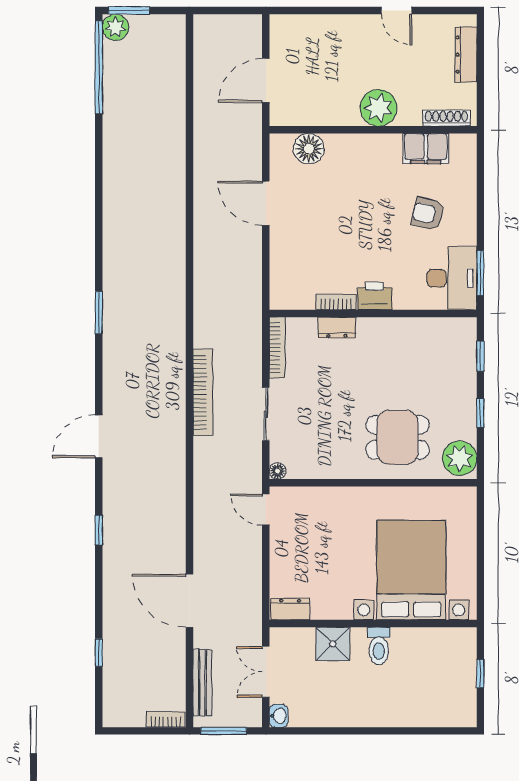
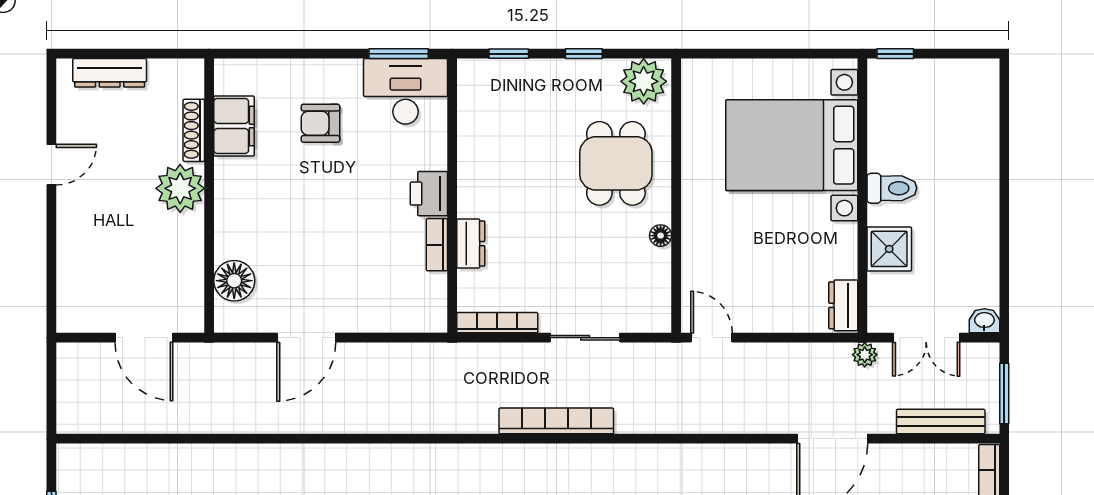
shoe rack: (447, 118) -> (194, 130), moved
armchair: (428, 214) -> (320, 123), turned 76
floor lamp: (278, 471) -> (661, 236), moved
door: (266, 510) -> (711, 338), swing flipped
plant: (253, 625) -> (865, 355), added
window: (480, 674) -> (895, 54), moved

